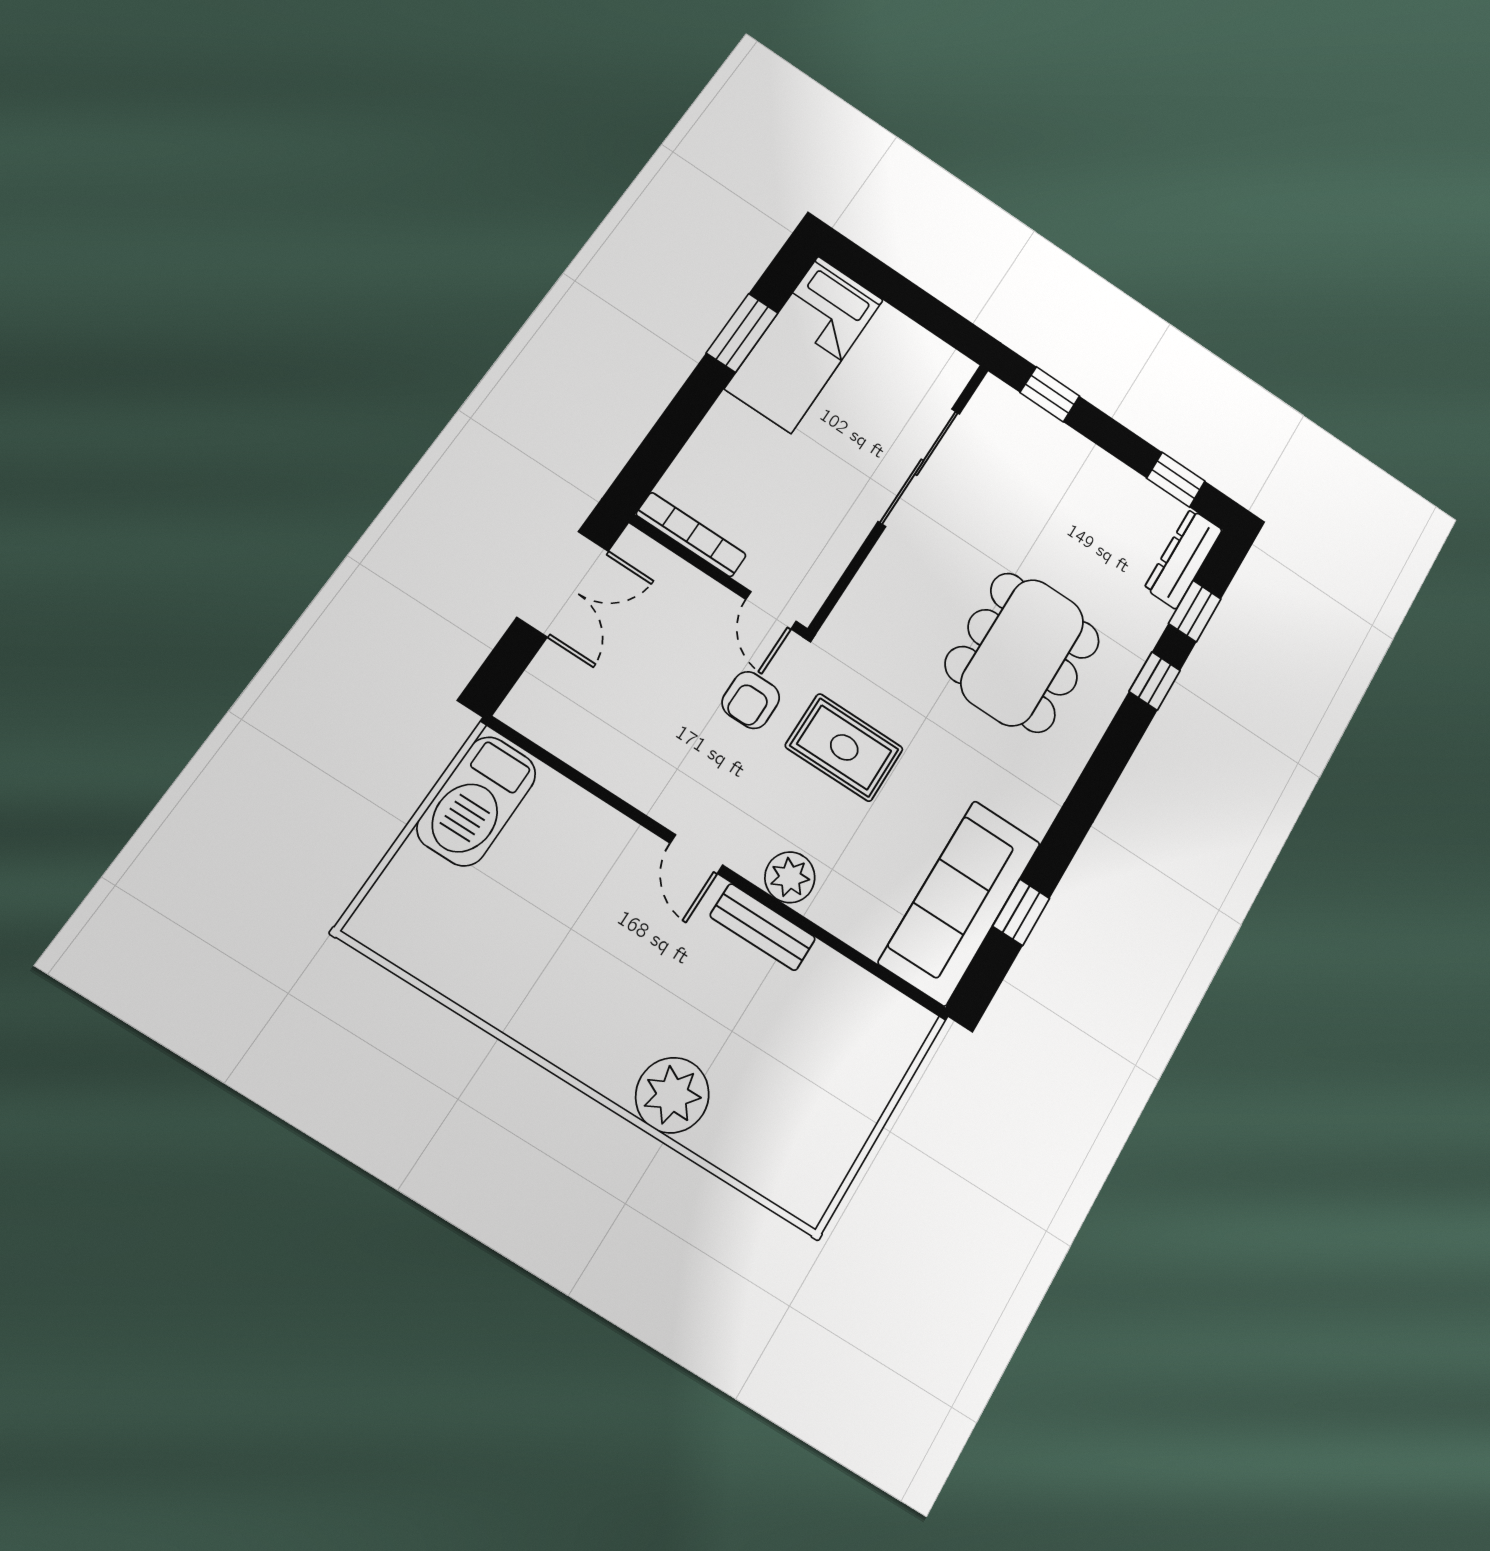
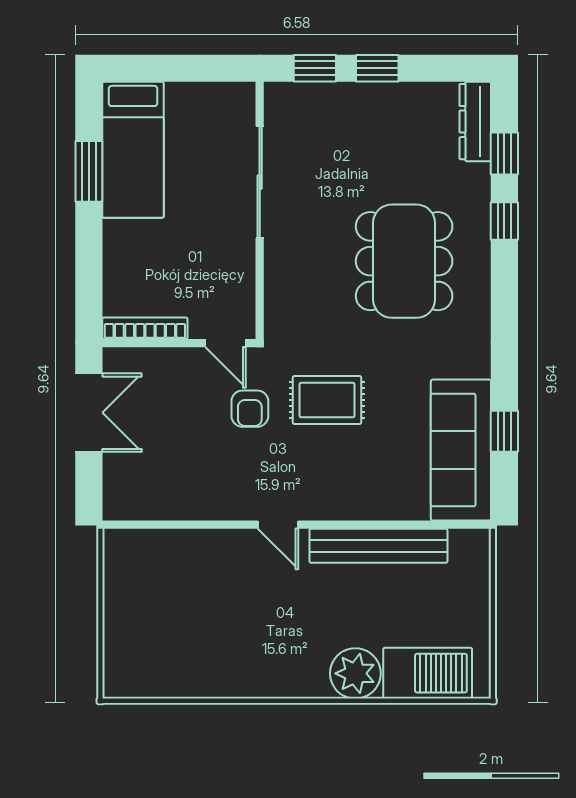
window: (1176, 480) -> (377, 68), moved
barbecue: (477, 801) -> (428, 673), moved, turned -90
plant: (790, 877) -> (344, 502), removed
bench: (763, 927) -> (378, 546), width x1.86, depth x1.21

